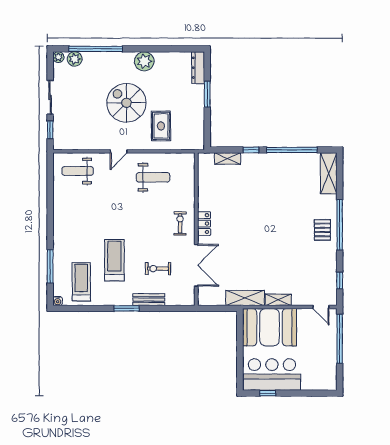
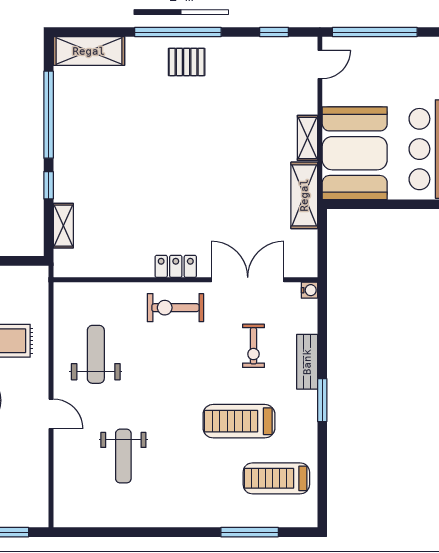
weight bench: (78, 171) -> (123, 456), moved
exercise bike: (180, 223) -> (175, 308), width x1.38, depth x1.39
water cooler: (58, 301) -> (309, 290), moved

